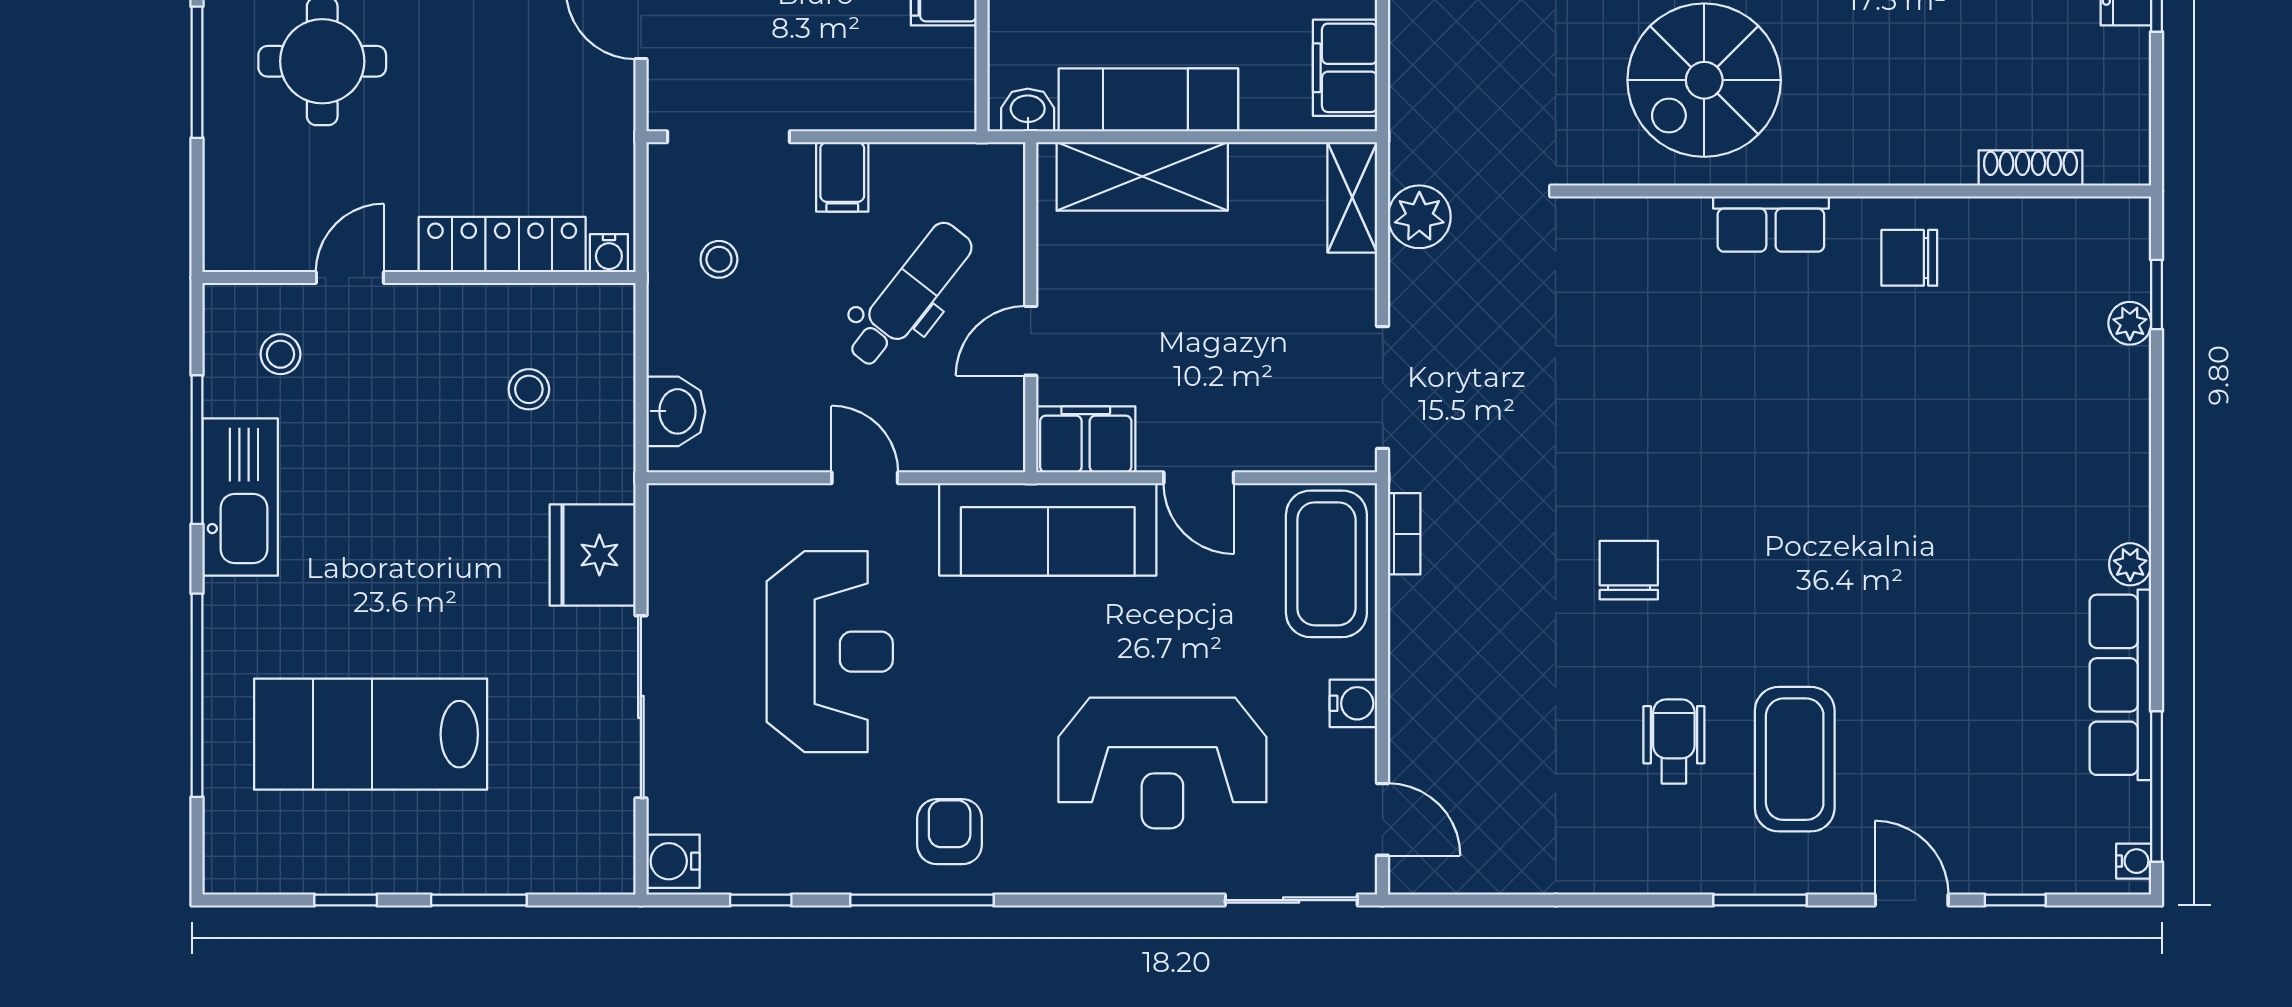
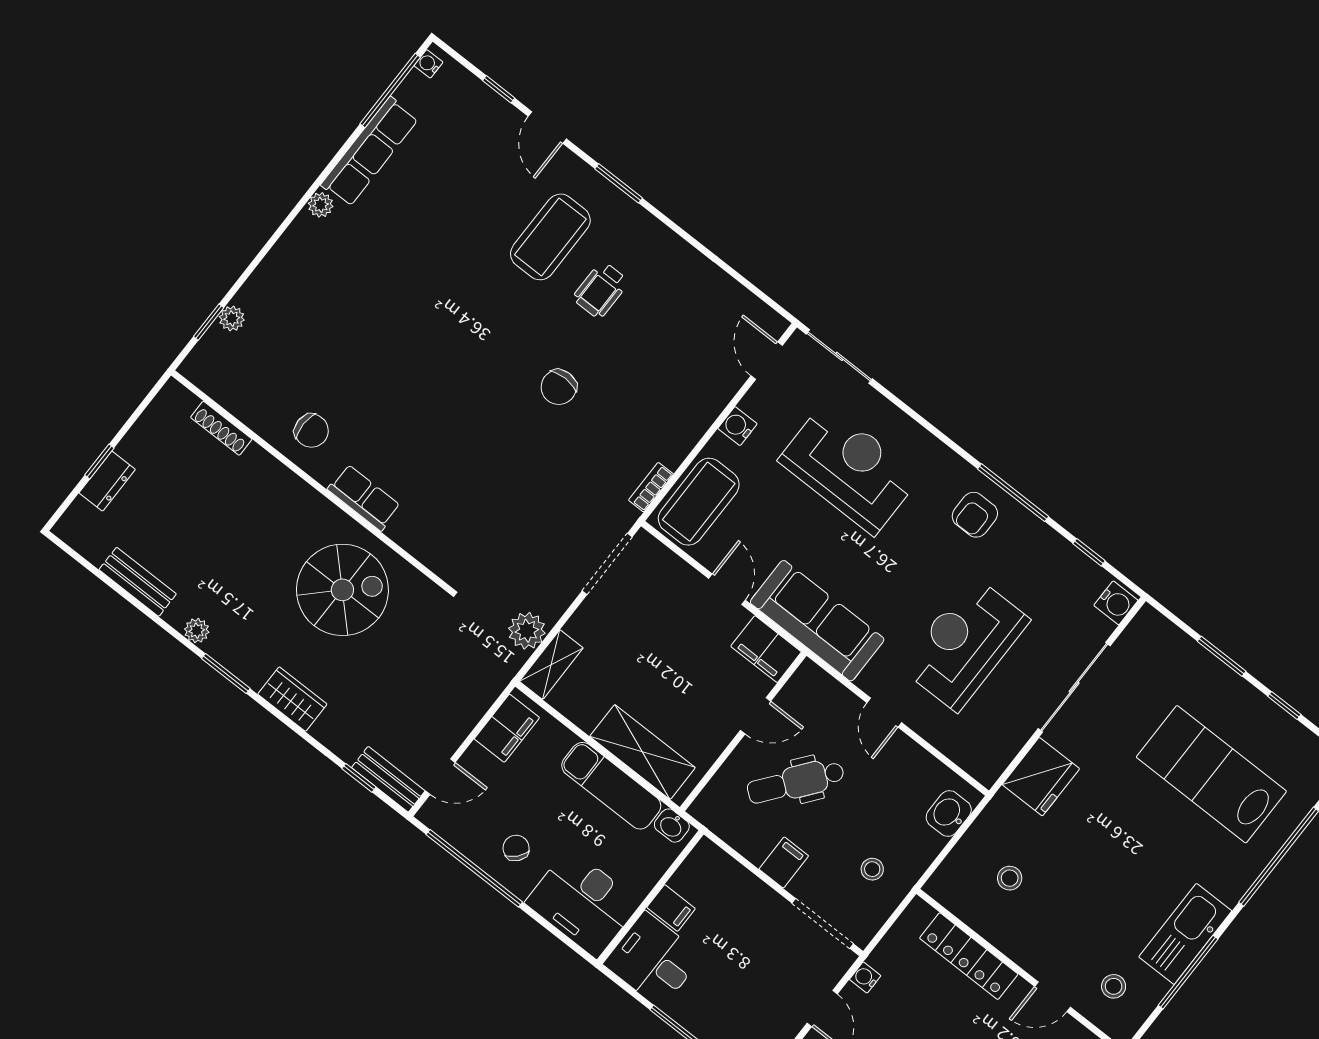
water cooler: (609, 253) -> (865, 978), moved, turned -90
lab bench: (371, 734) -> (1211, 774), turned 180

